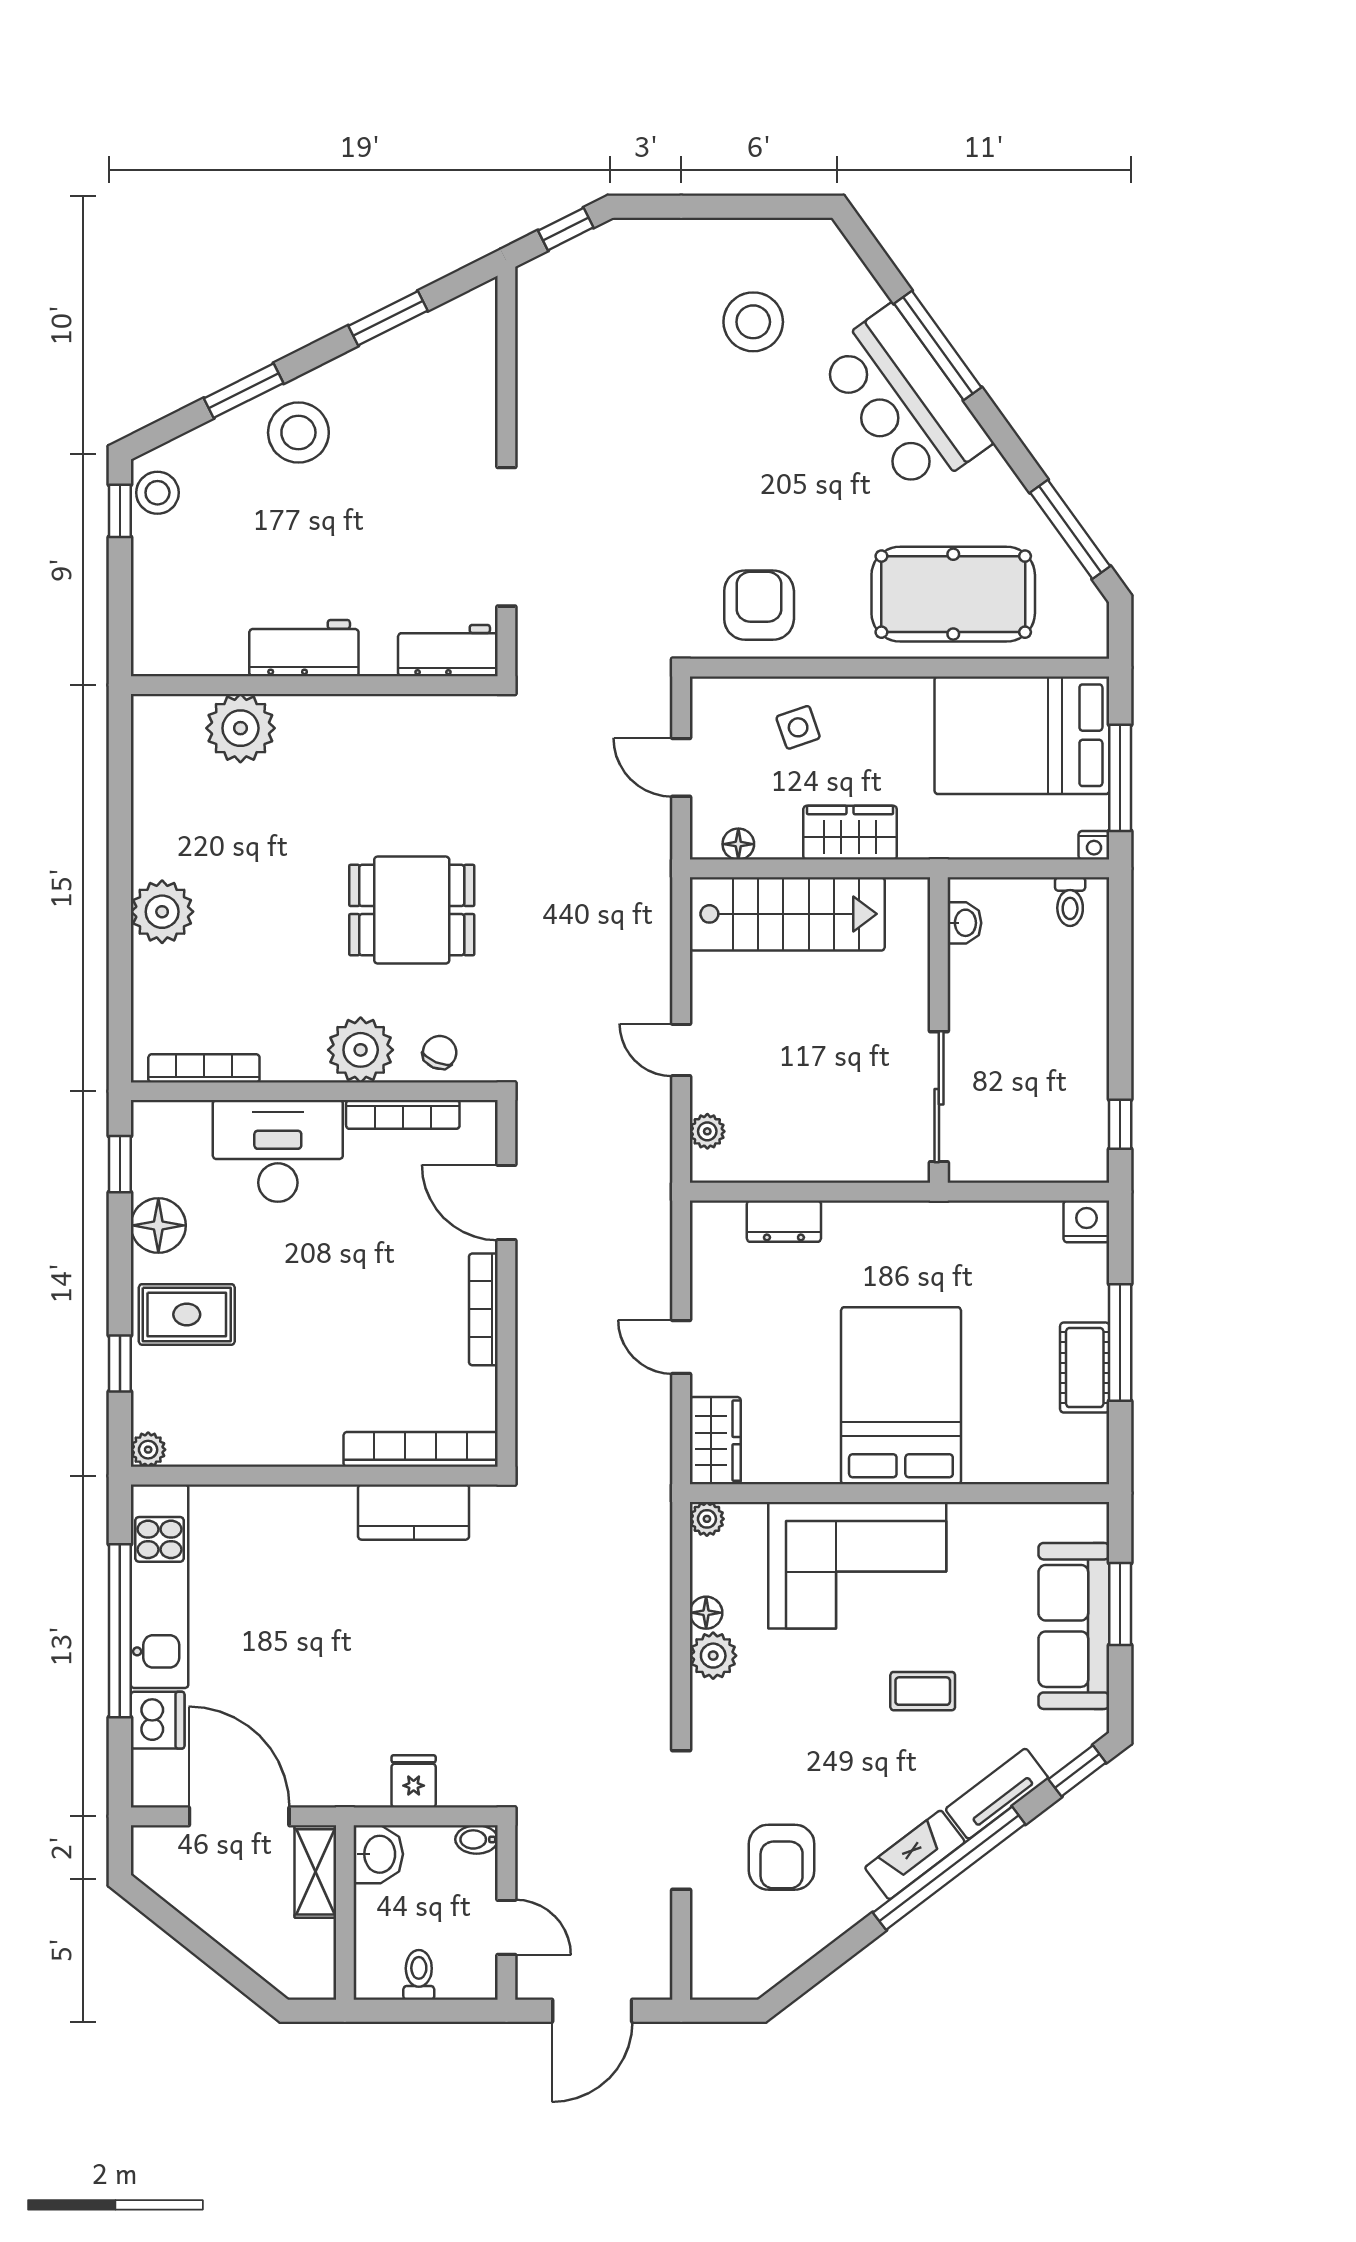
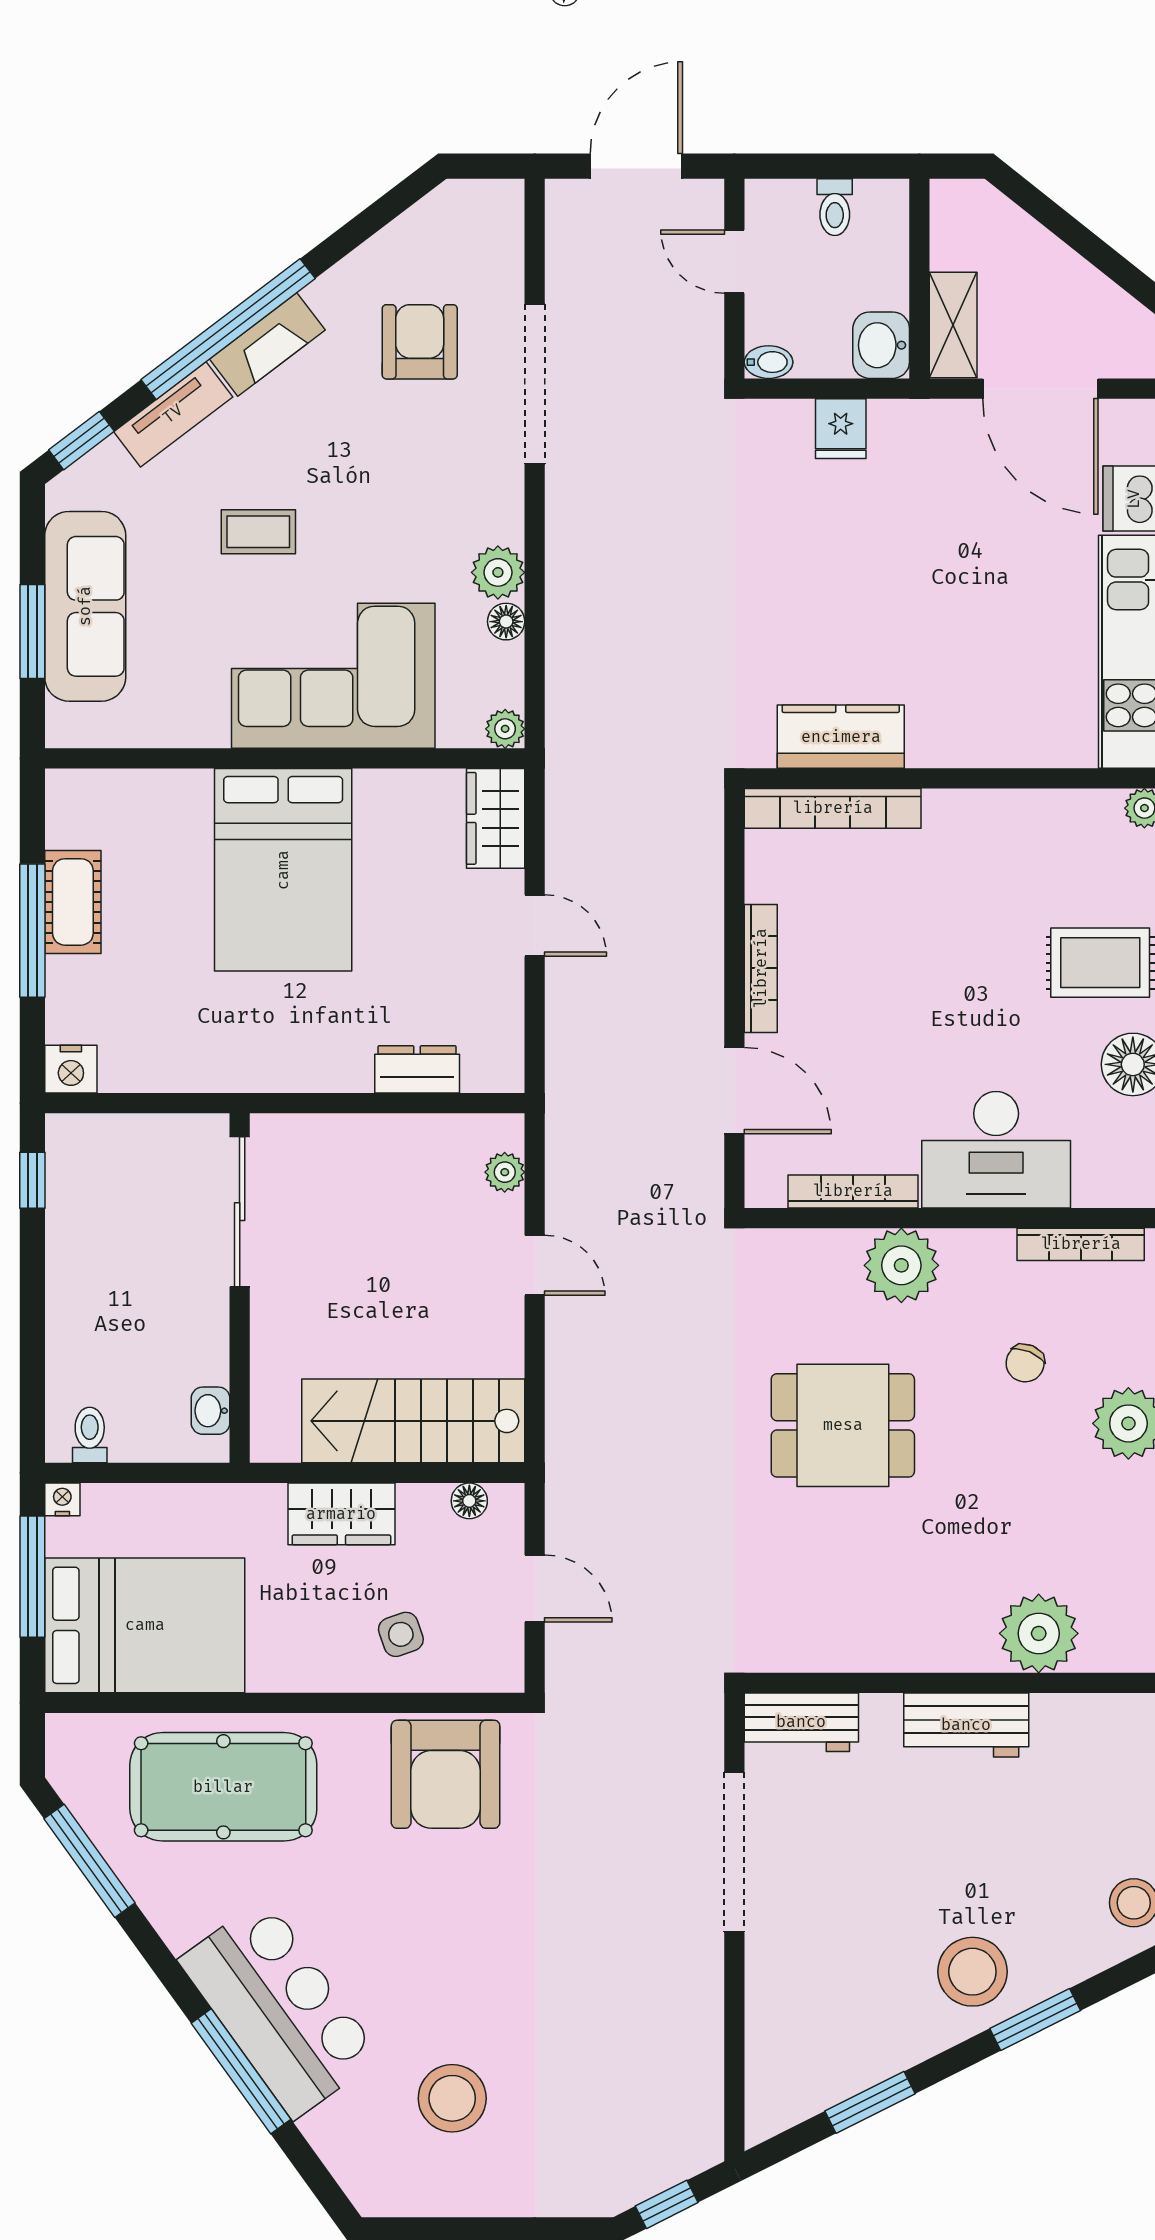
armchair: (759, 605) -> (446, 1774), width x1.36, depth x1.36
chair: (440, 1052) -> (1025, 1363), moved

